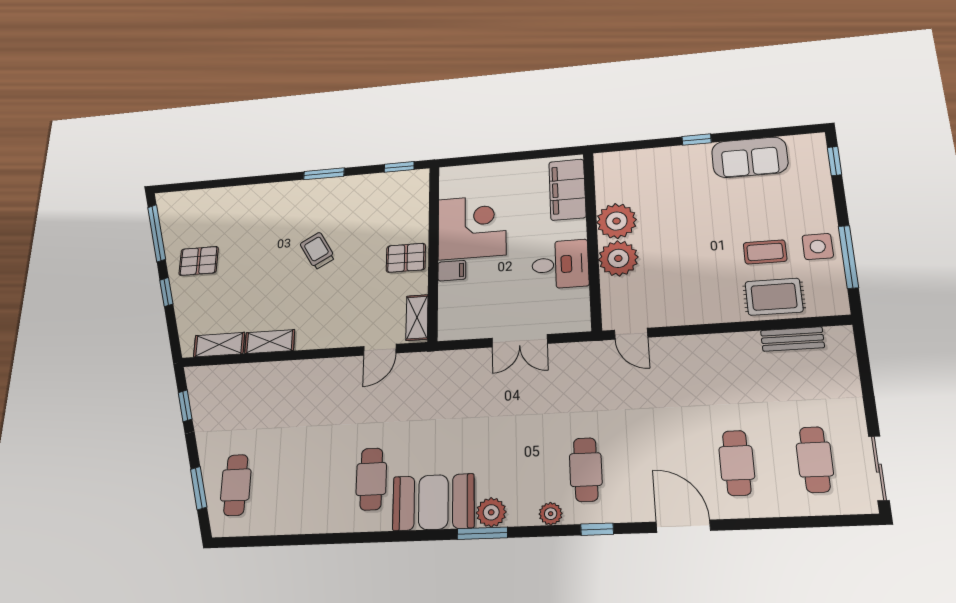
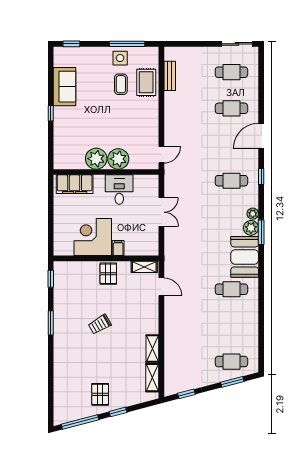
plant: (551, 514) -> (253, 214), moved

